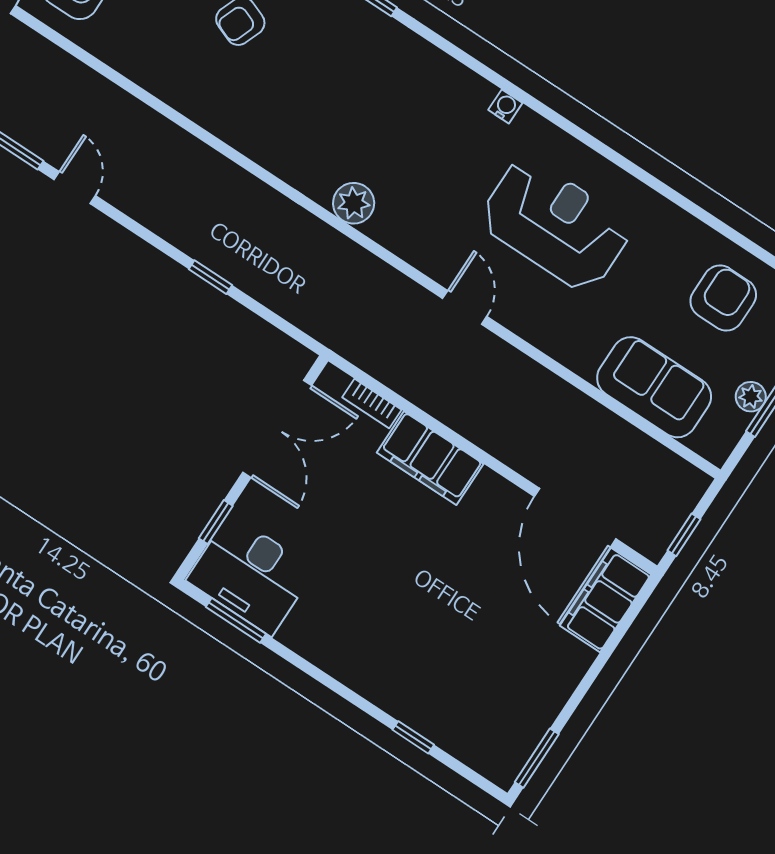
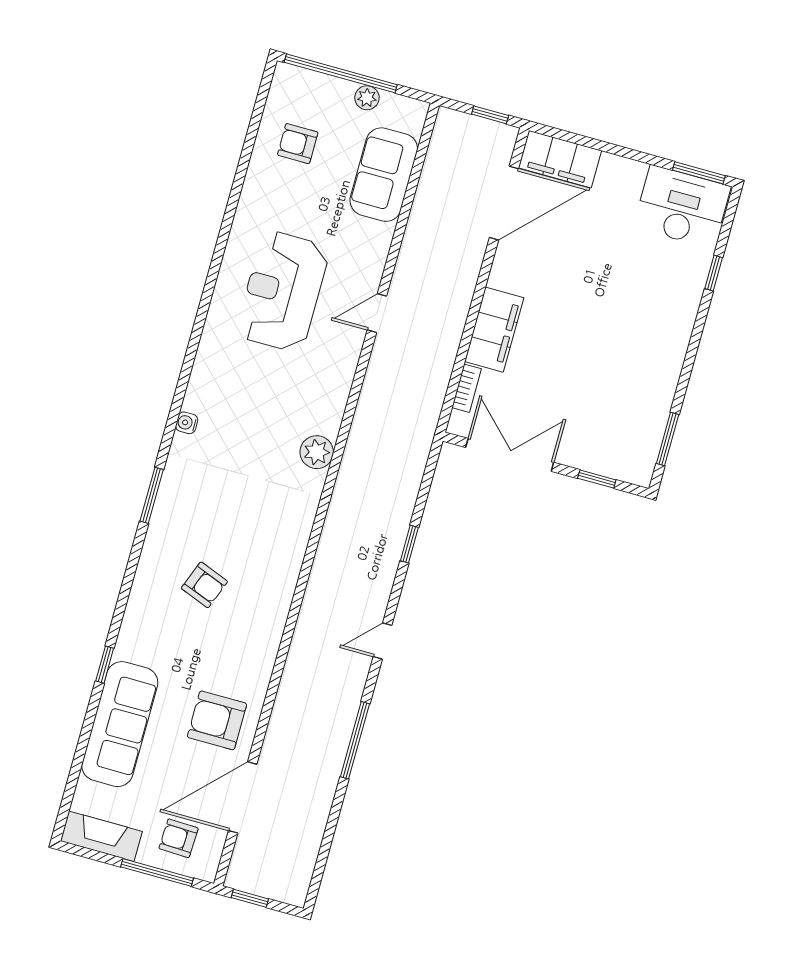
water cooler: (505, 106) -> (187, 423), moved
door: (75, 188) -> (382, 641), moved
armchair: (723, 298) -> (298, 144), width x0.72, depth x0.72
door: (465, 307) -> (377, 313), moved
desk: (251, 575) -> (682, 207), moved, turned -90

